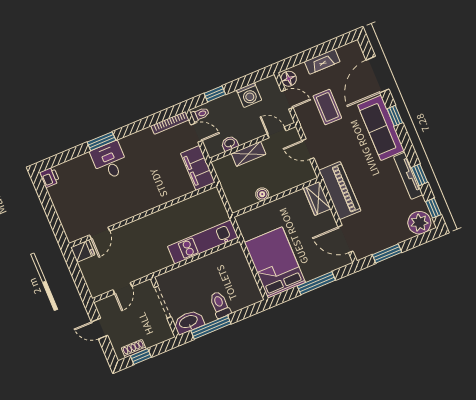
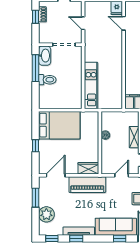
plant: (419, 223) -> (46, 214), moved
window: (316, 283) -> (36, 146), width x0.46

